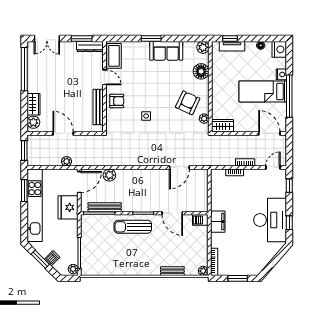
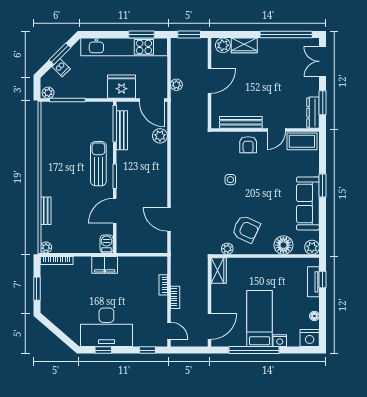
sofa: (166, 51) -> (308, 203), width x1.36

